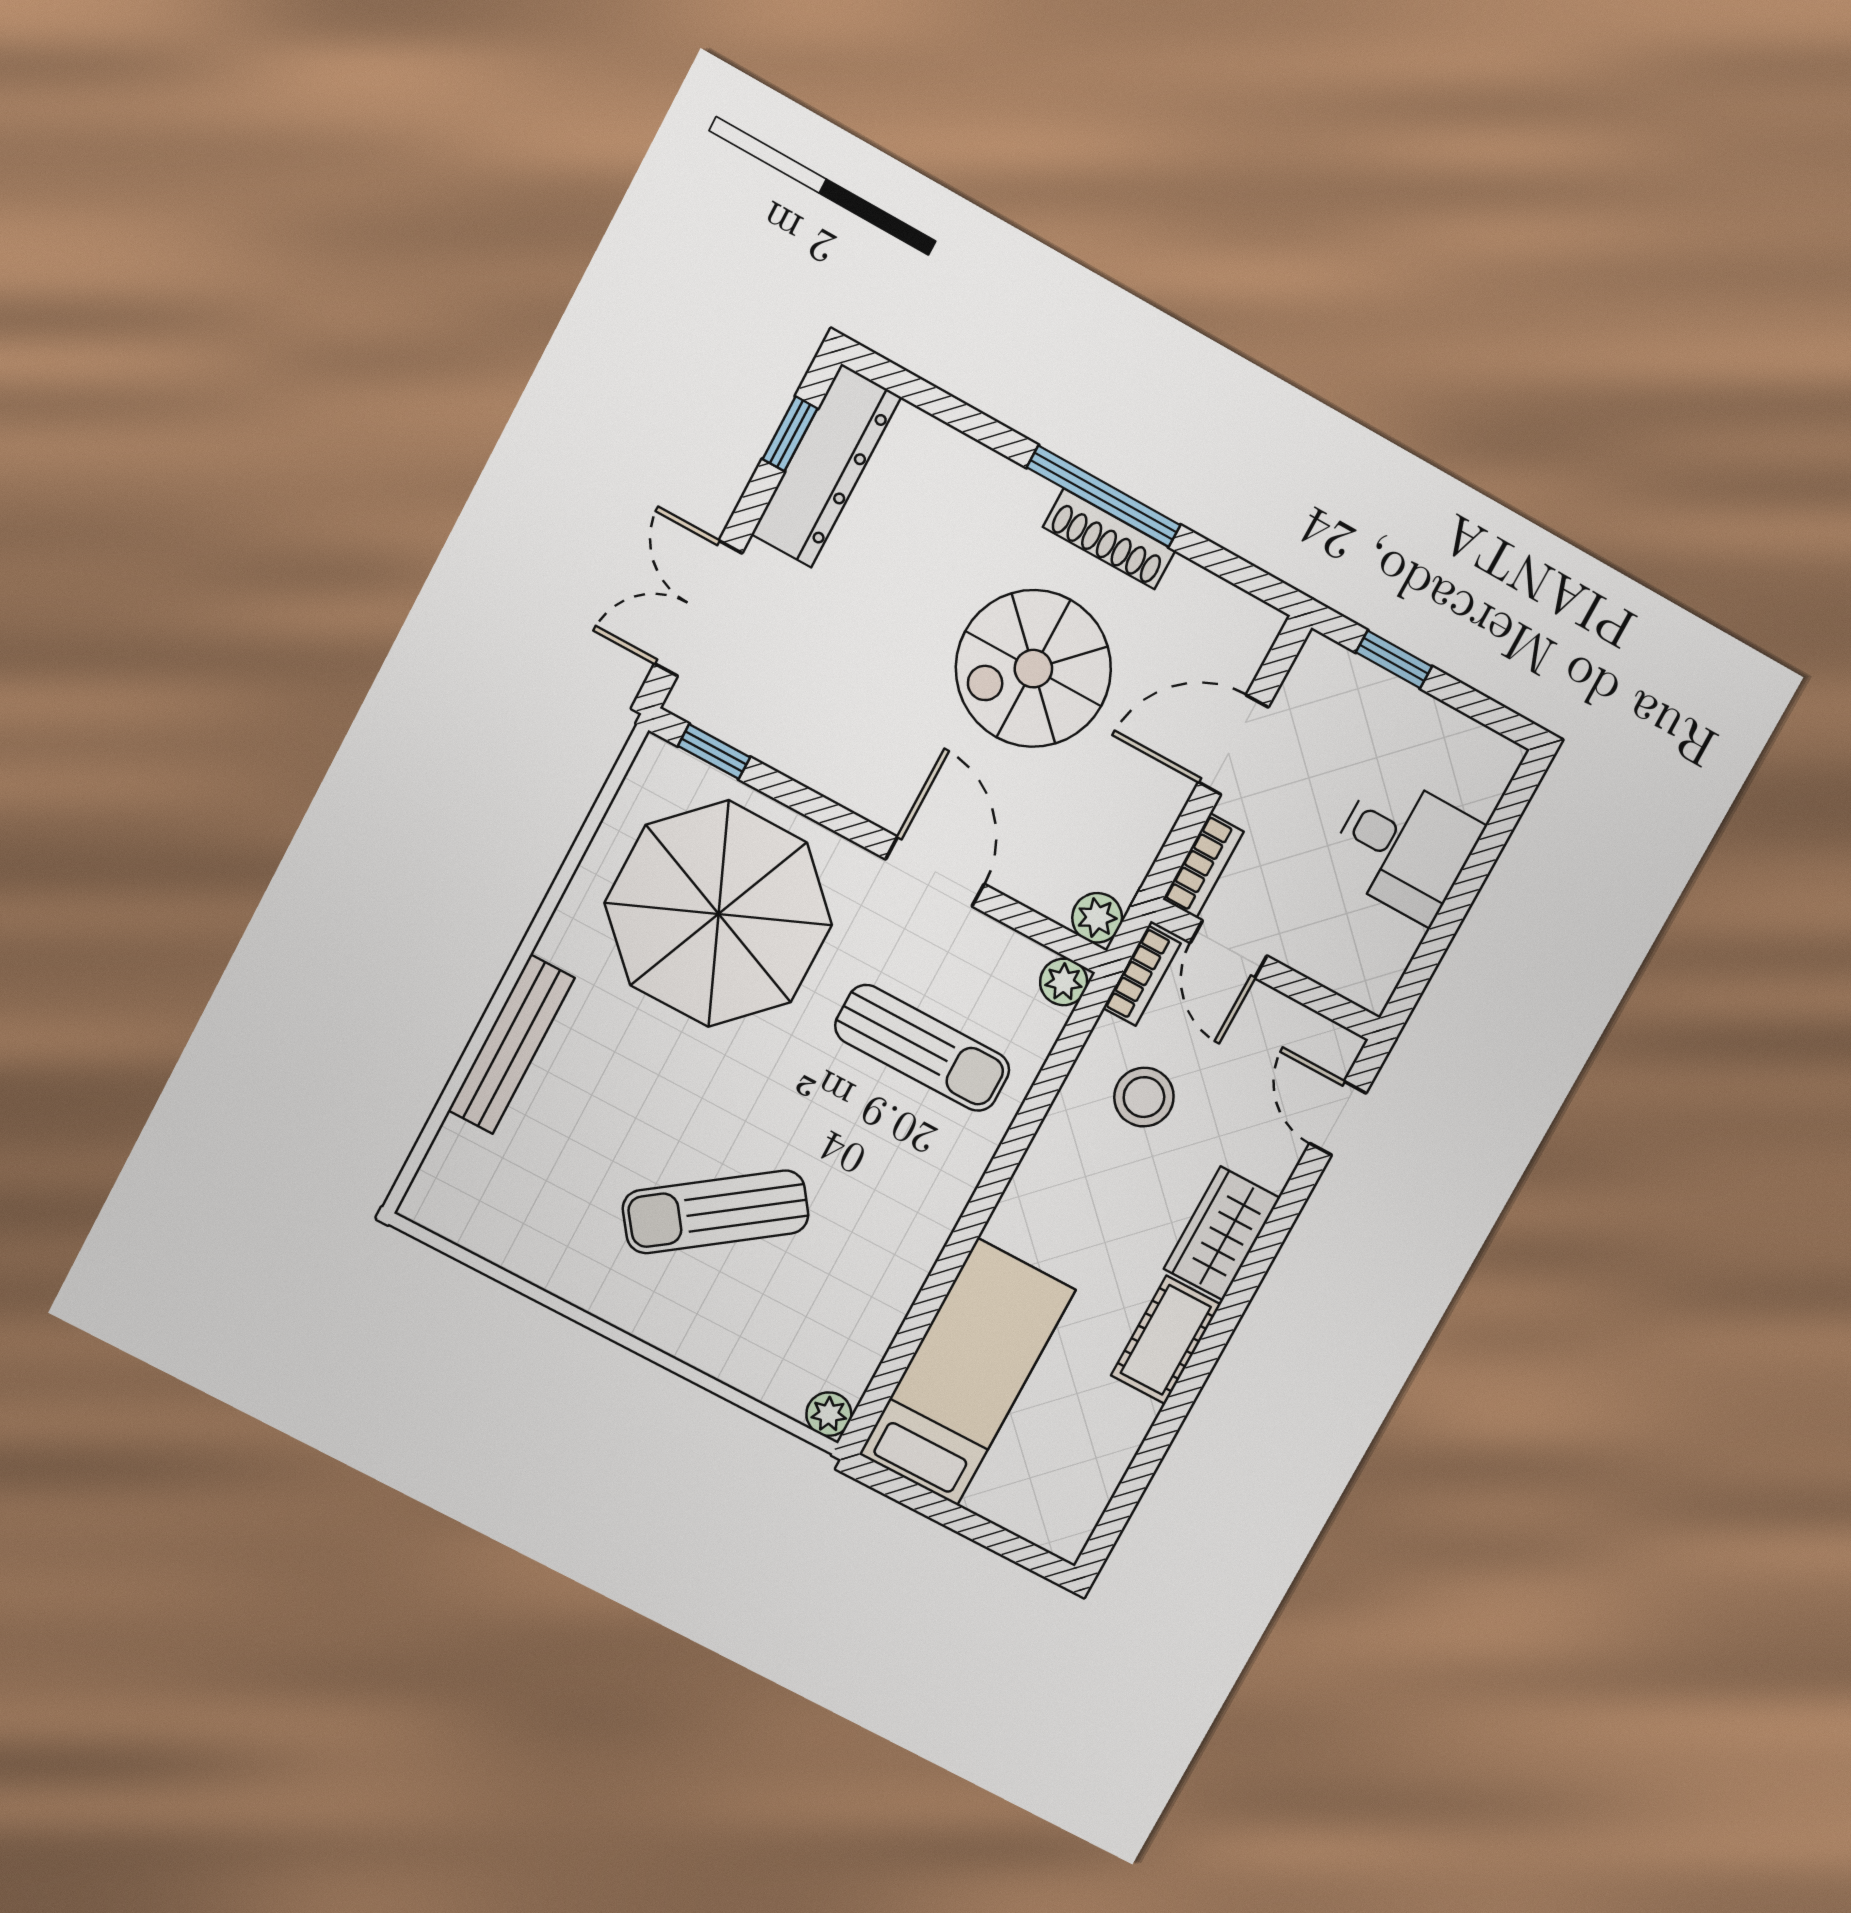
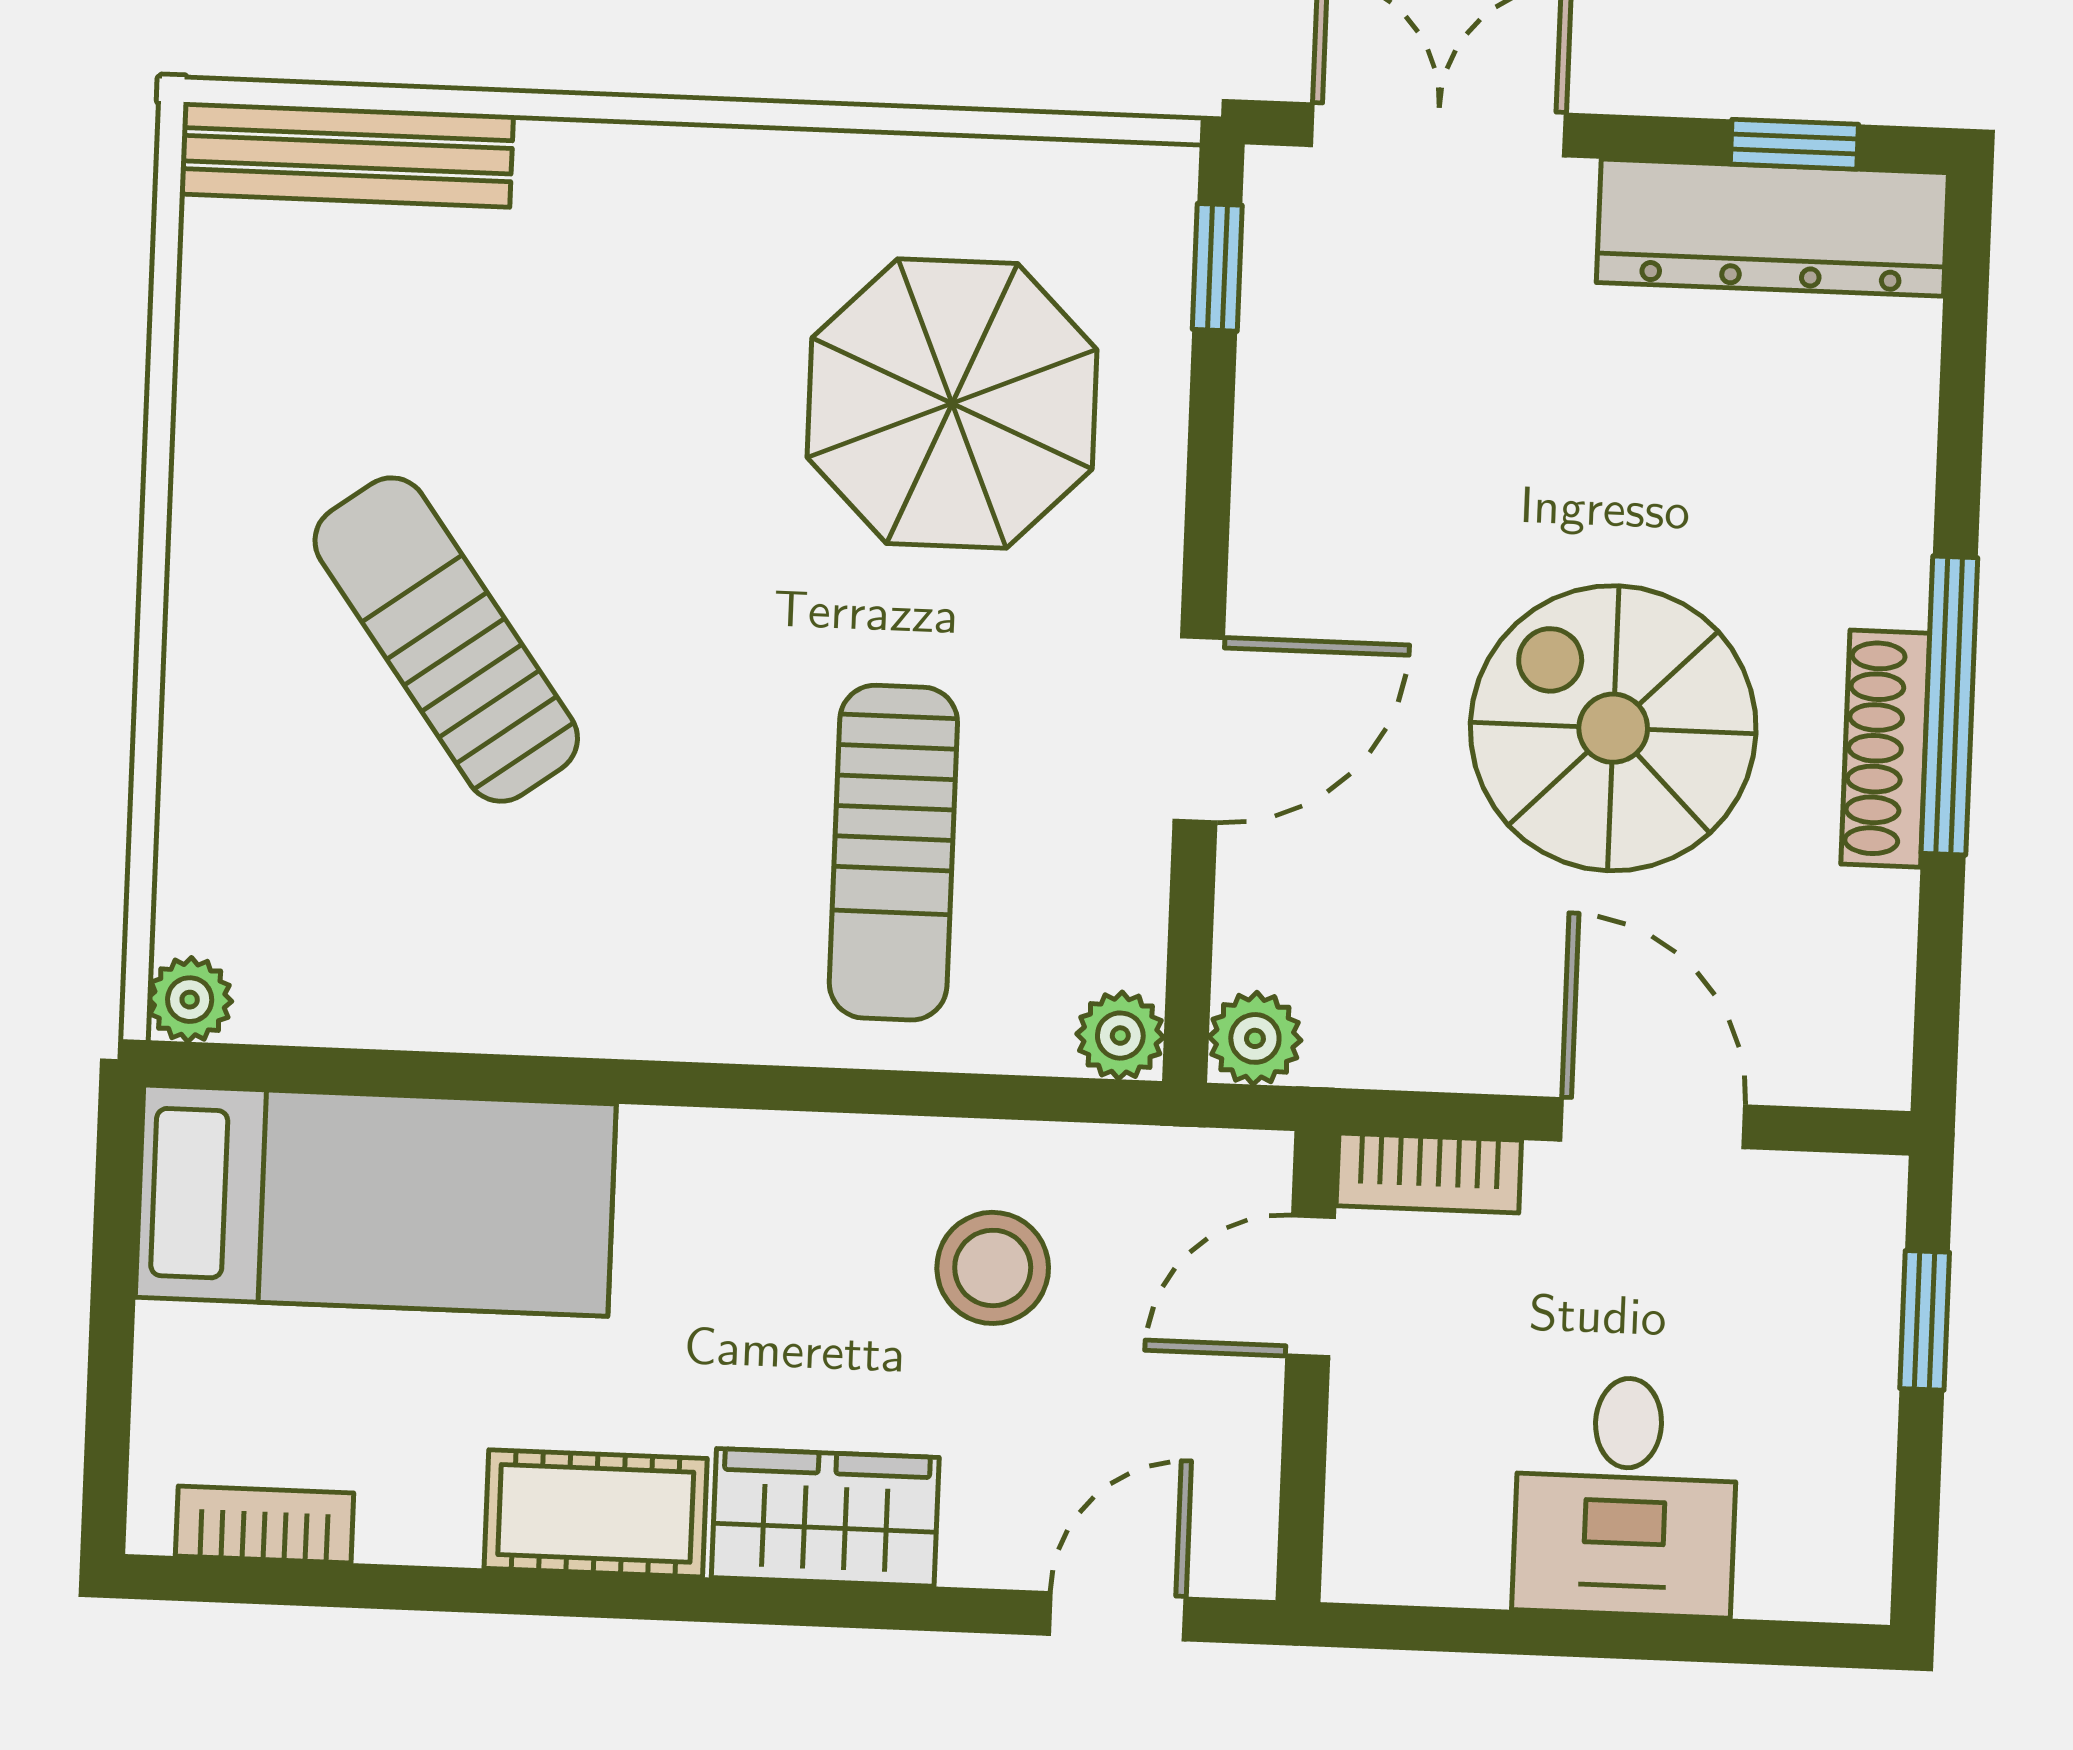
parasol: (718, 914) -> (952, 403), width x0.73, depth x0.73
bookcase: (1142, 976) -> (265, 1524), moved, turned 180
bench: (511, 1044) -> (347, 155), moved

